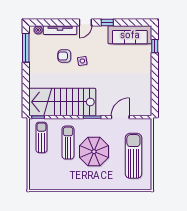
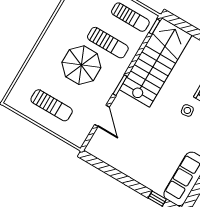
sun lounger: (133, 156) -> (52, 105), width x0.73, depth x0.75

